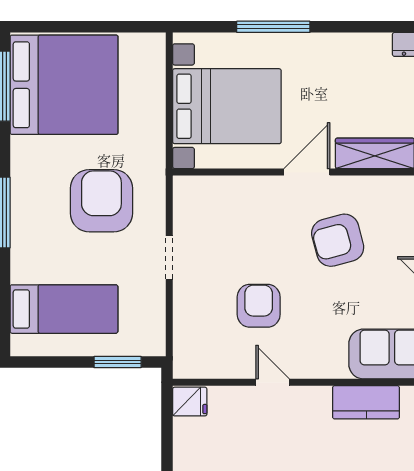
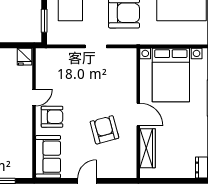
armchair: (259, 306) -> (52, 117), moved
kitchen counter: (366, 402) -> (24, 144), removed

